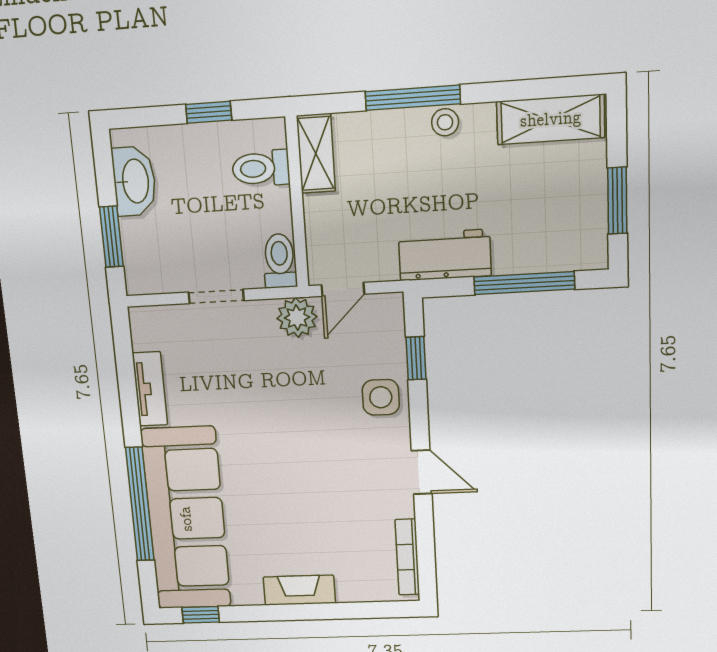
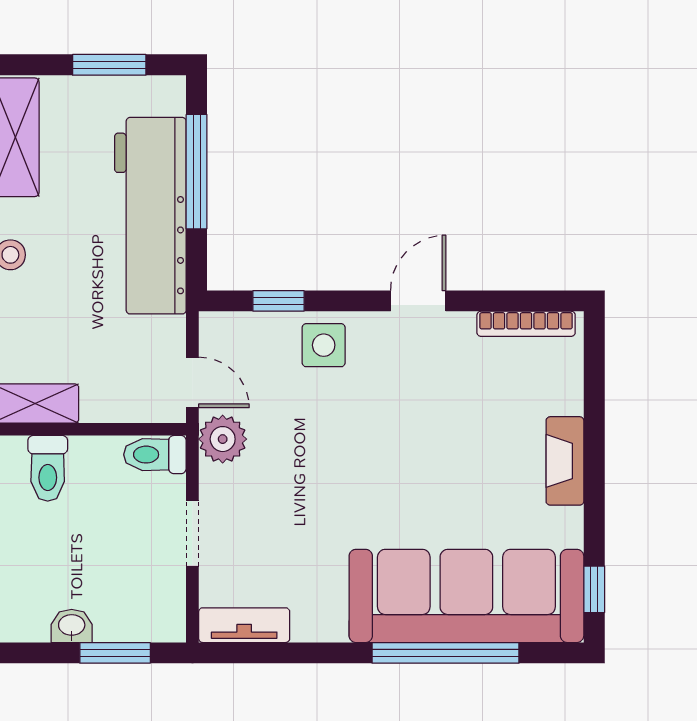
washbasin: (134, 181) -> (72, 626), width x0.52, depth x0.69
workbench: (445, 255) -> (150, 216), width x1.88, depth x1.32
tv unit: (150, 389) -> (244, 625), moved

